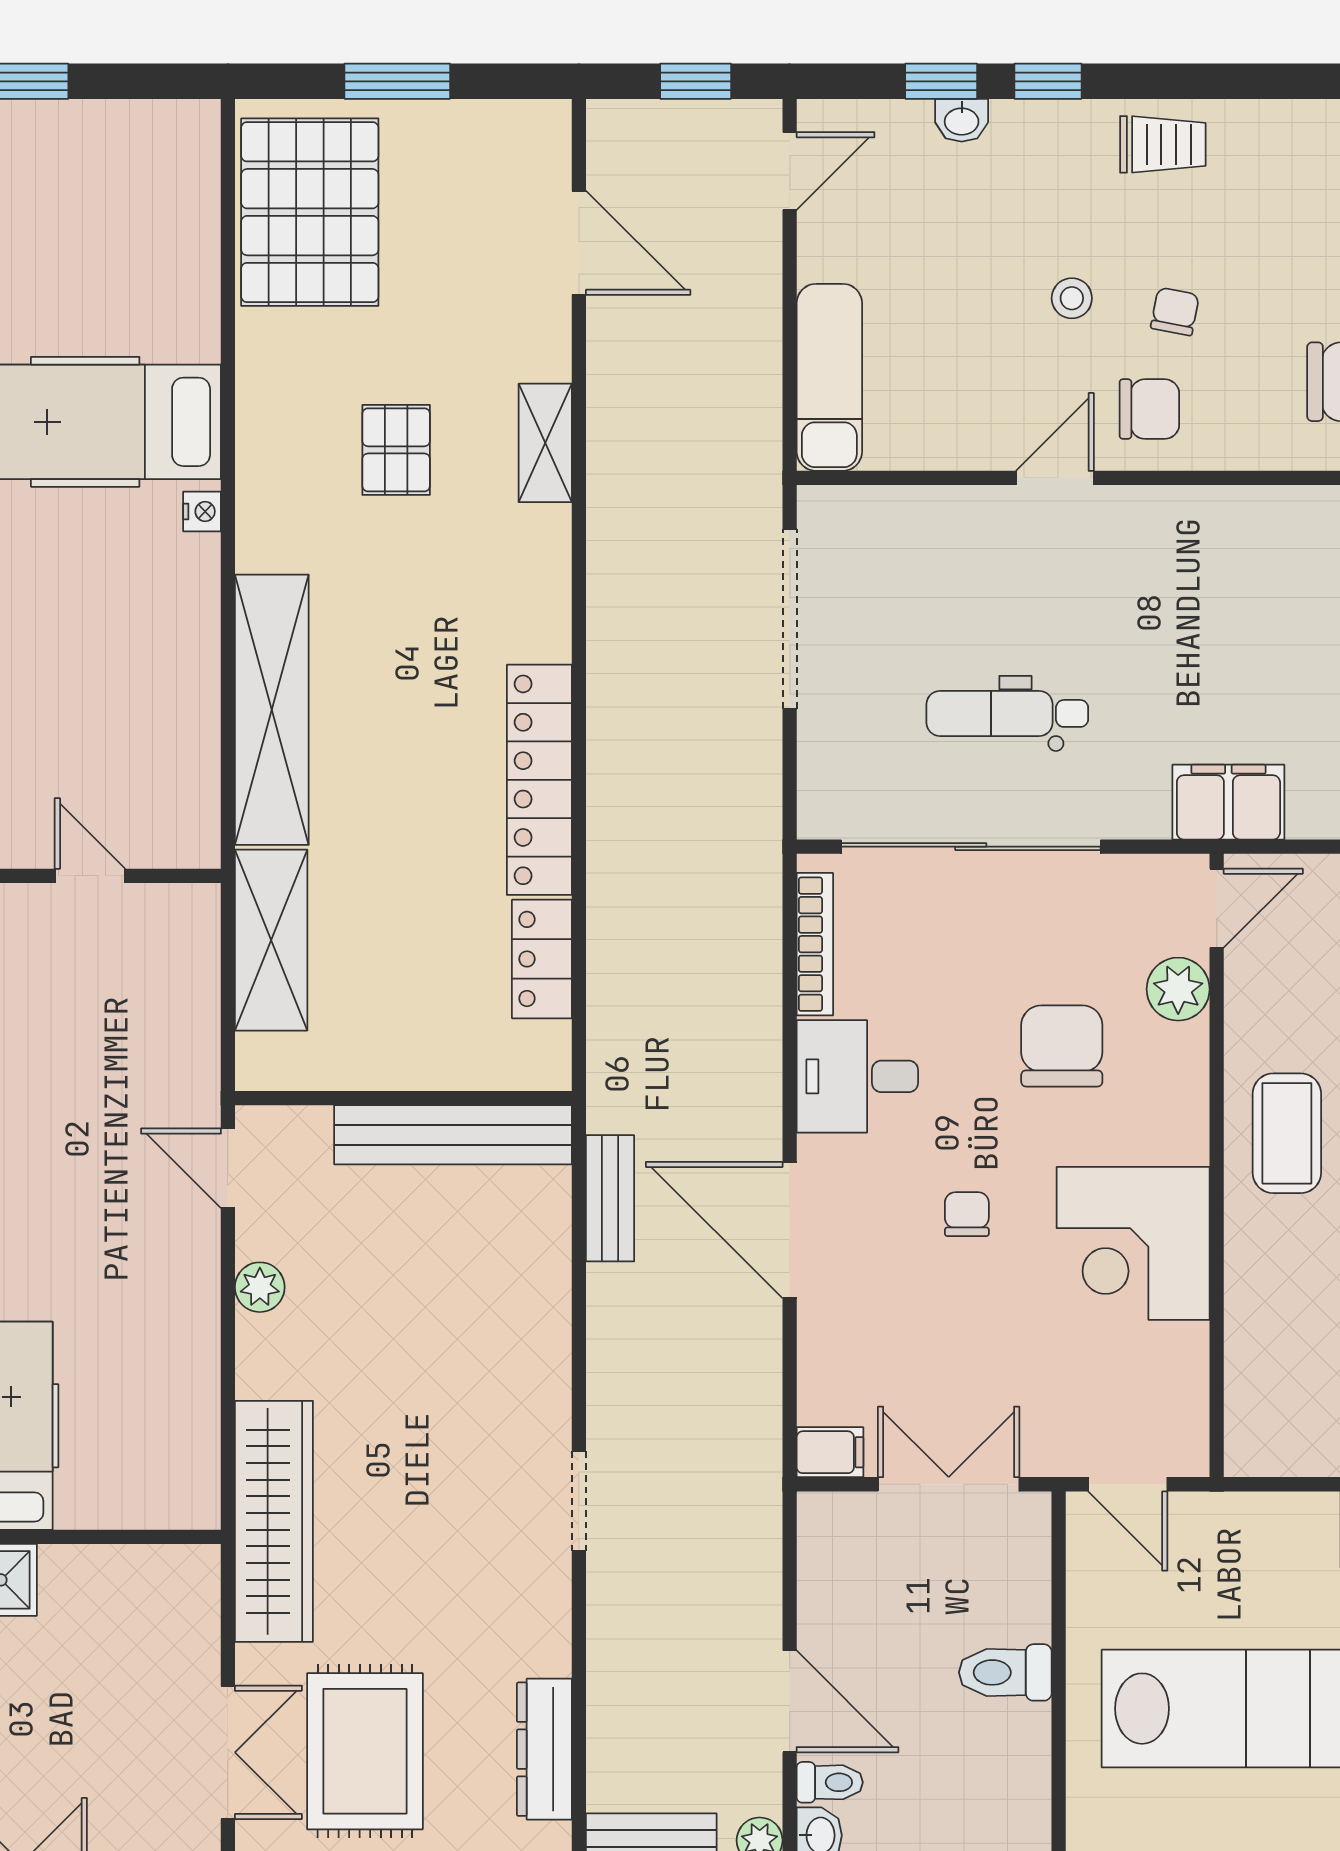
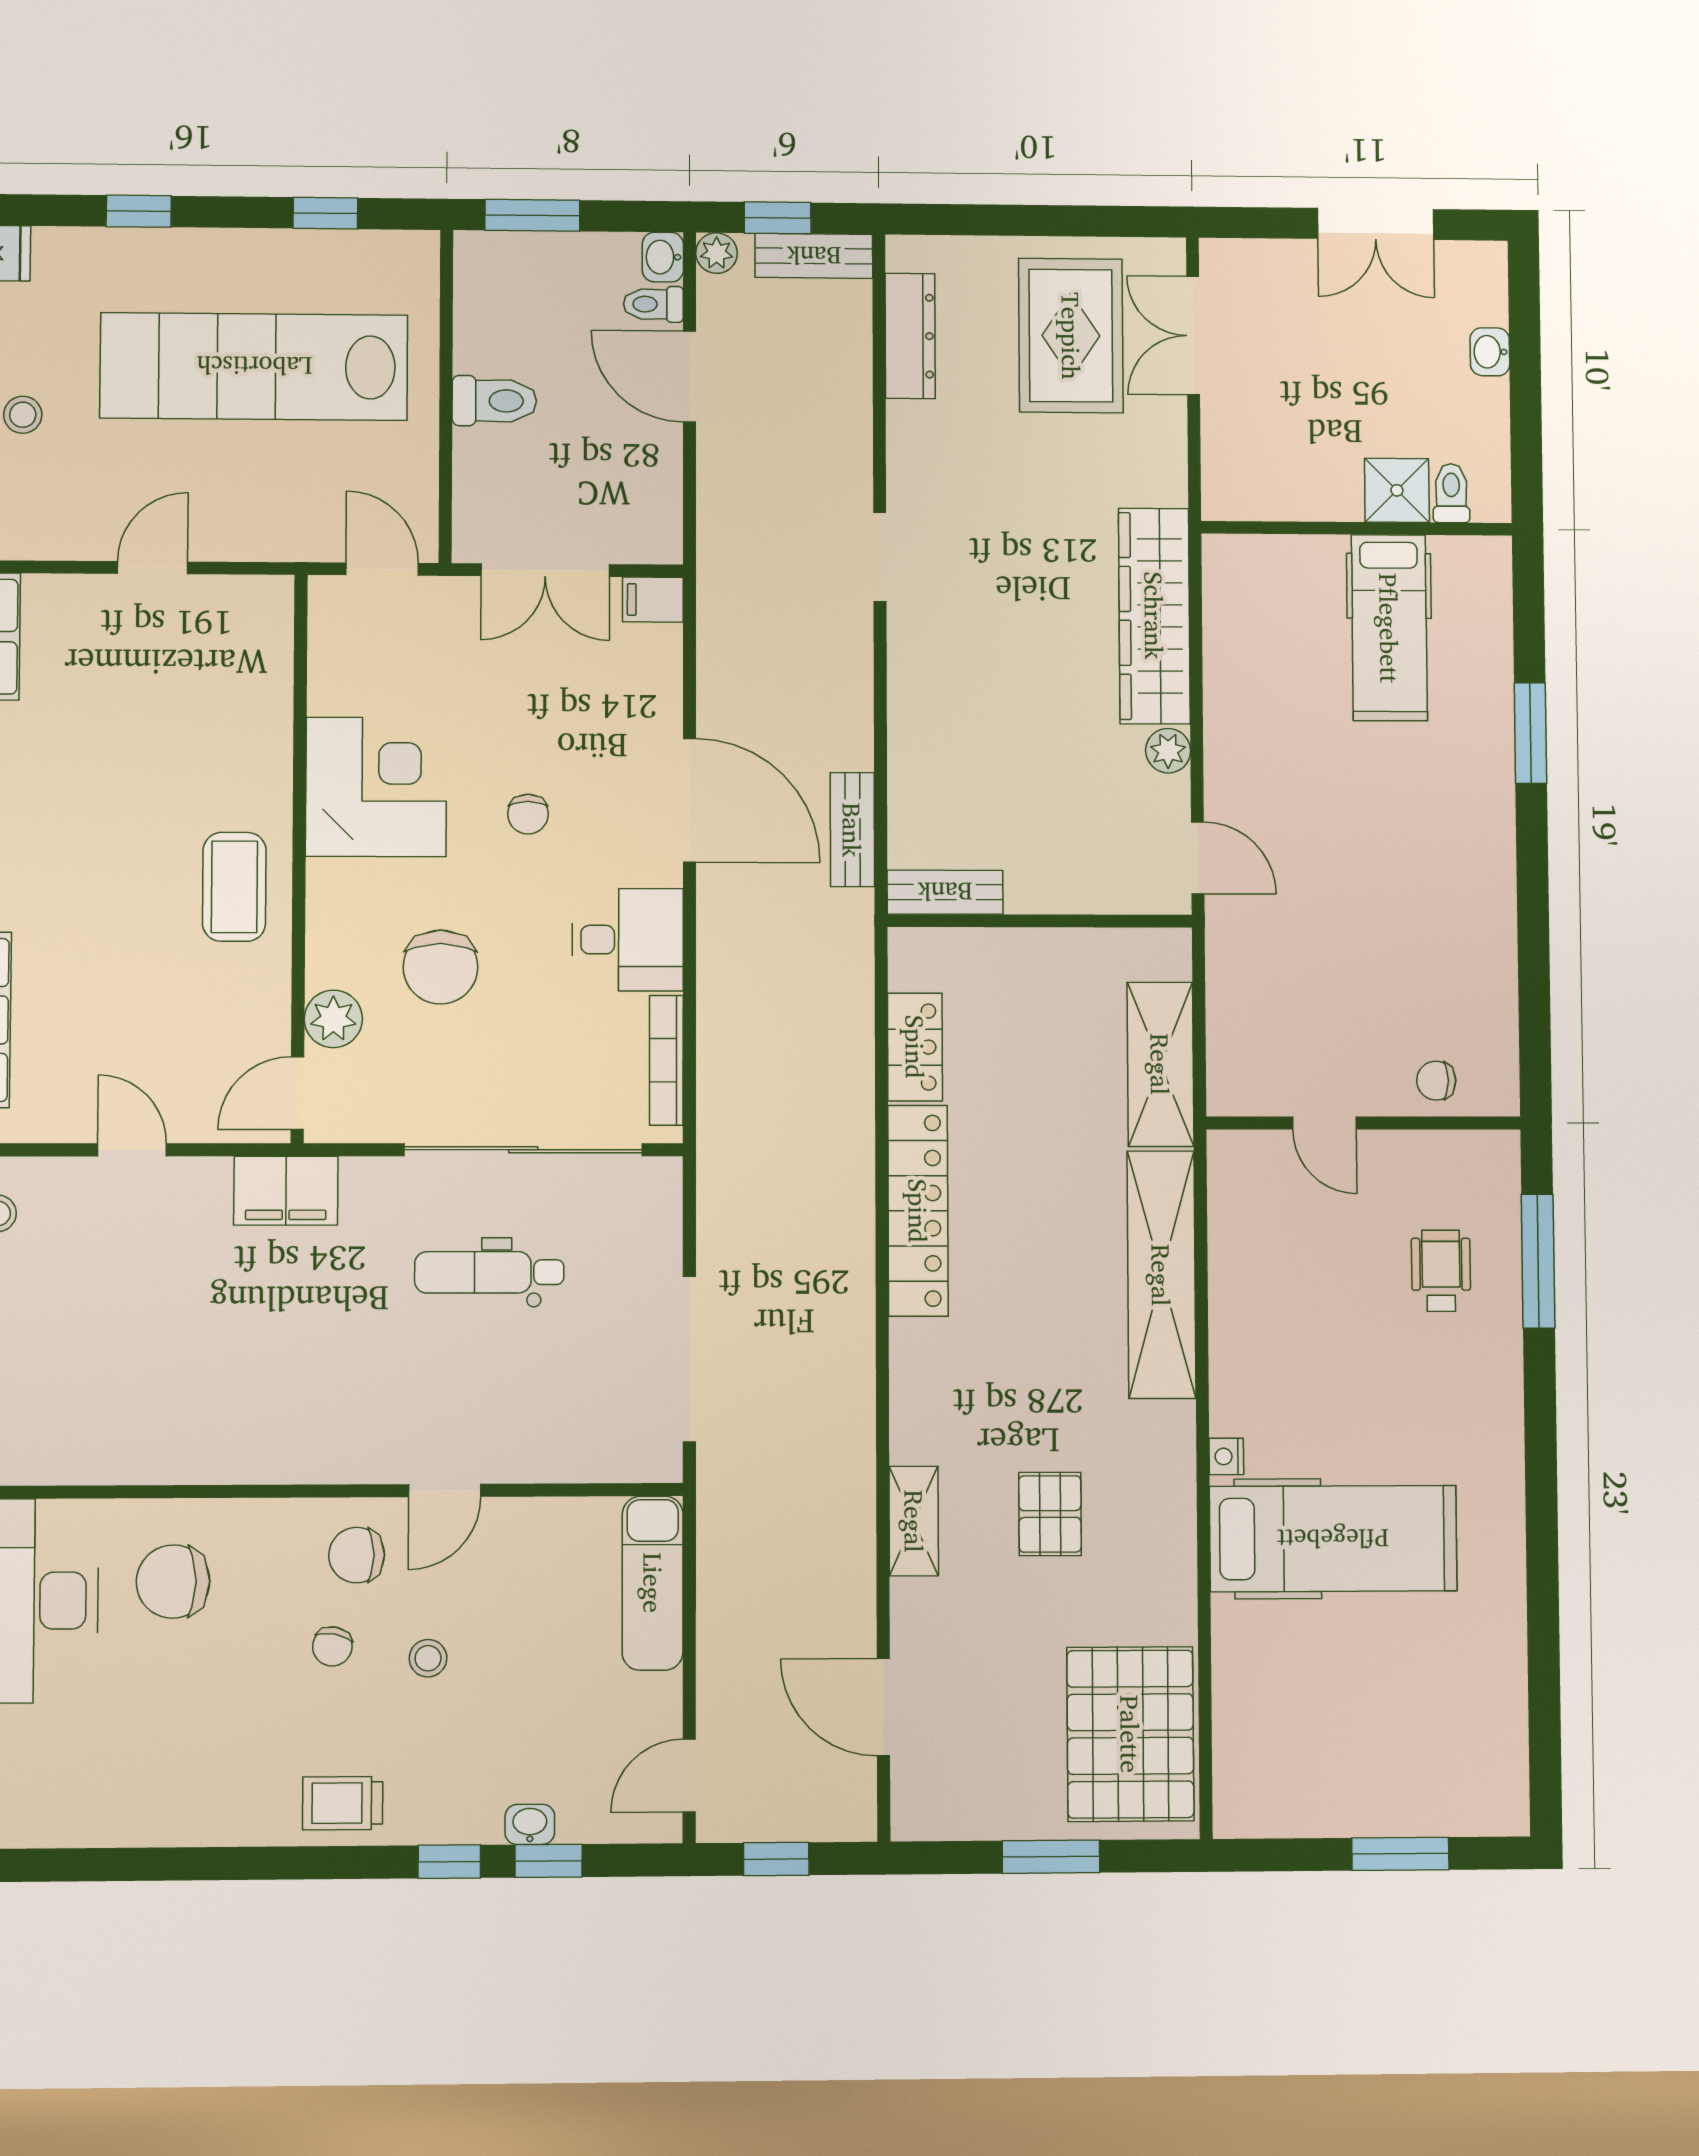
dental chair: (1007, 713) -> (489, 1272), turned 180
bench: (453, 1135) -> (945, 892), width x0.54, depth x0.82
wardrobe: (274, 1521) -> (1154, 616), moved

